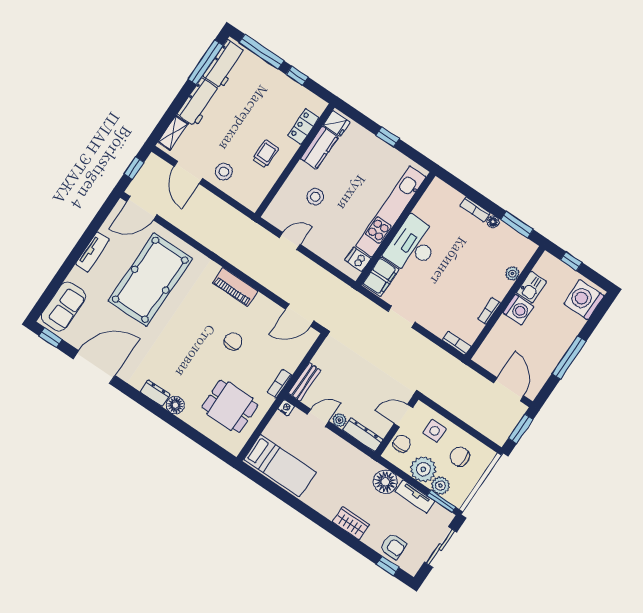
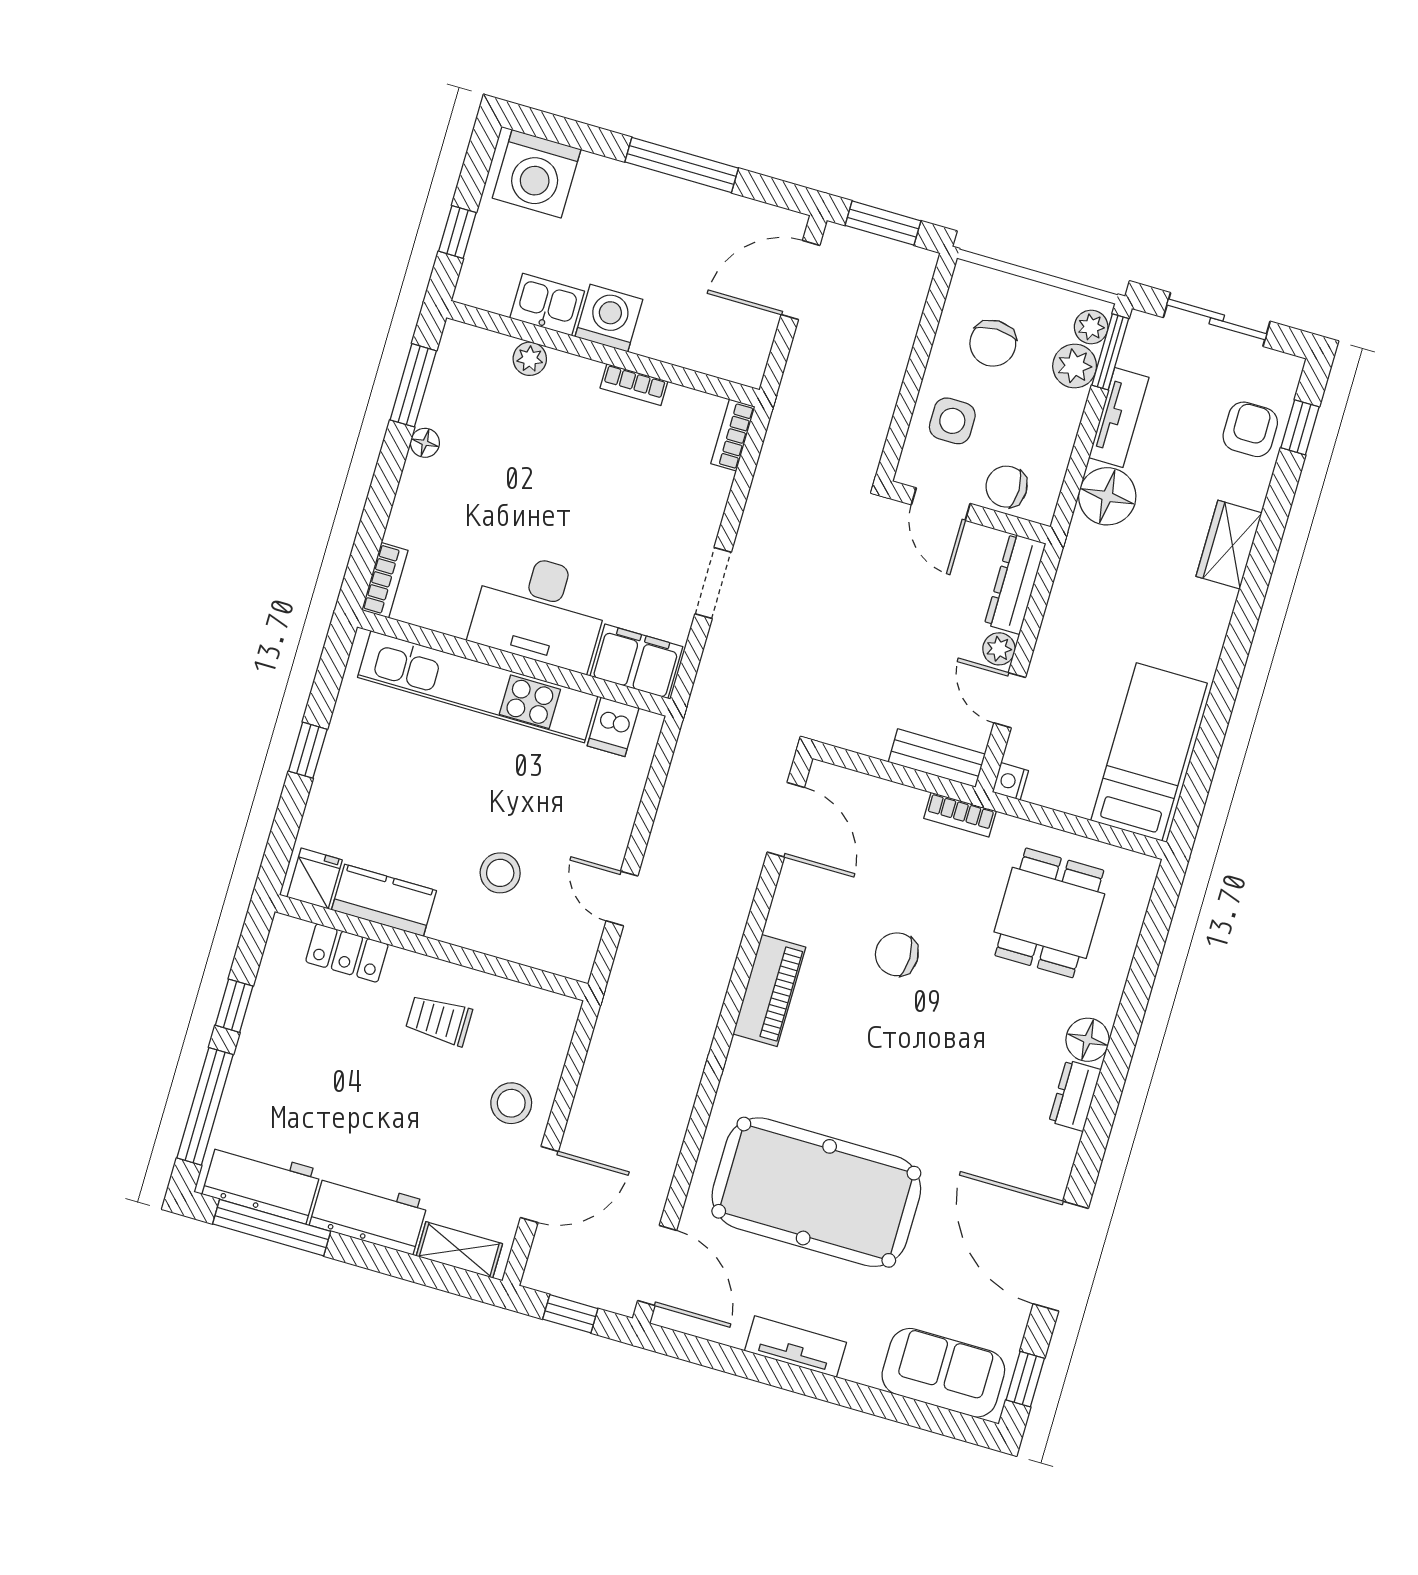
bookcase: (475, 209) -> (385, 580), moved
plant: (423, 469) -> (1091, 327), moved, width x0.53, depth x0.53

